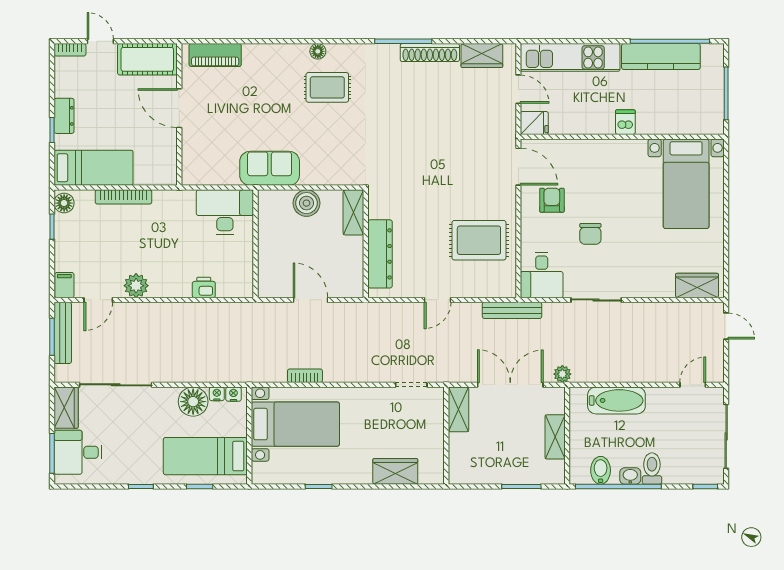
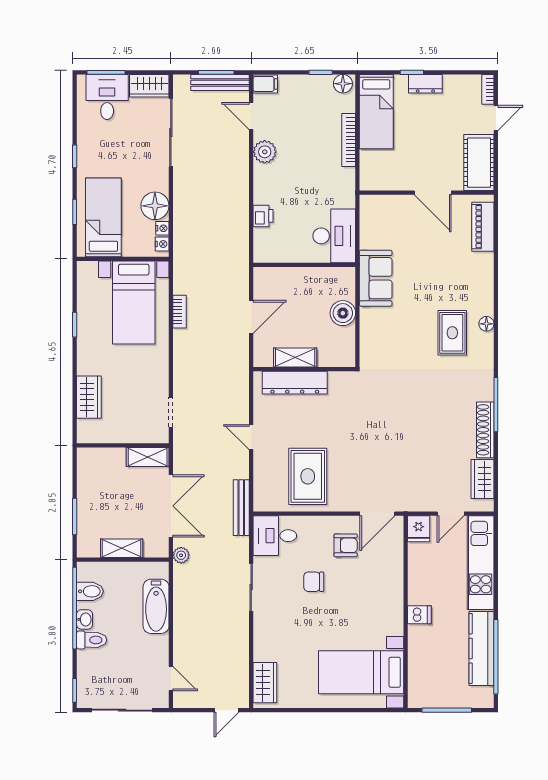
door: (179, 108) -> (433, 193), swing flipped
shelving: (353, 212) -> (295, 358), moved

